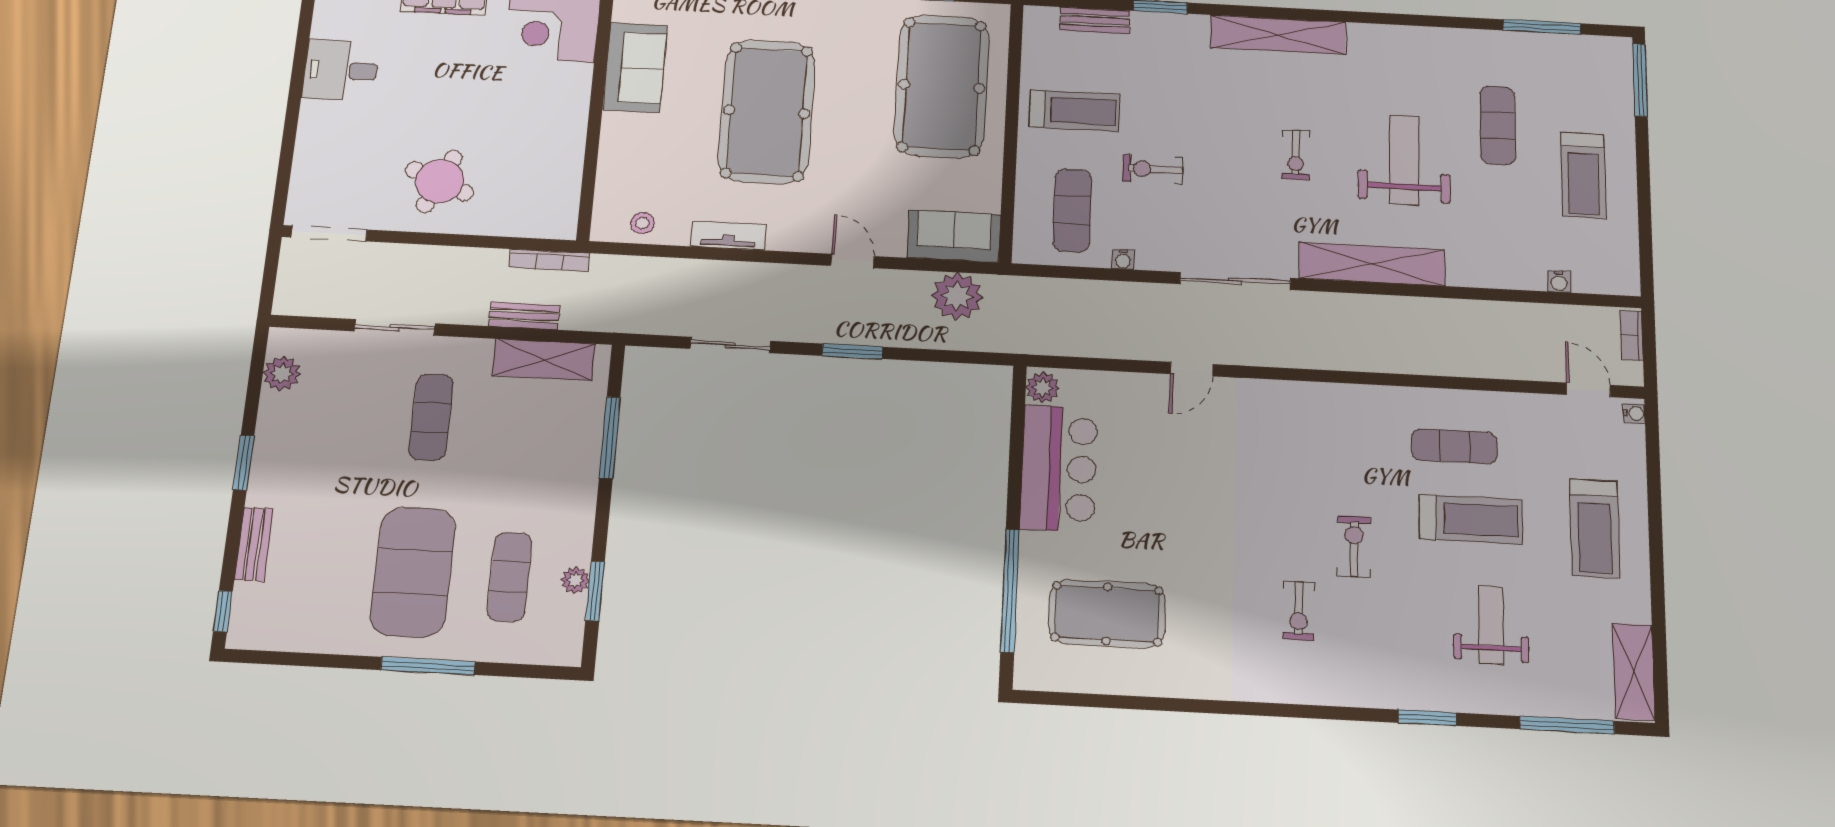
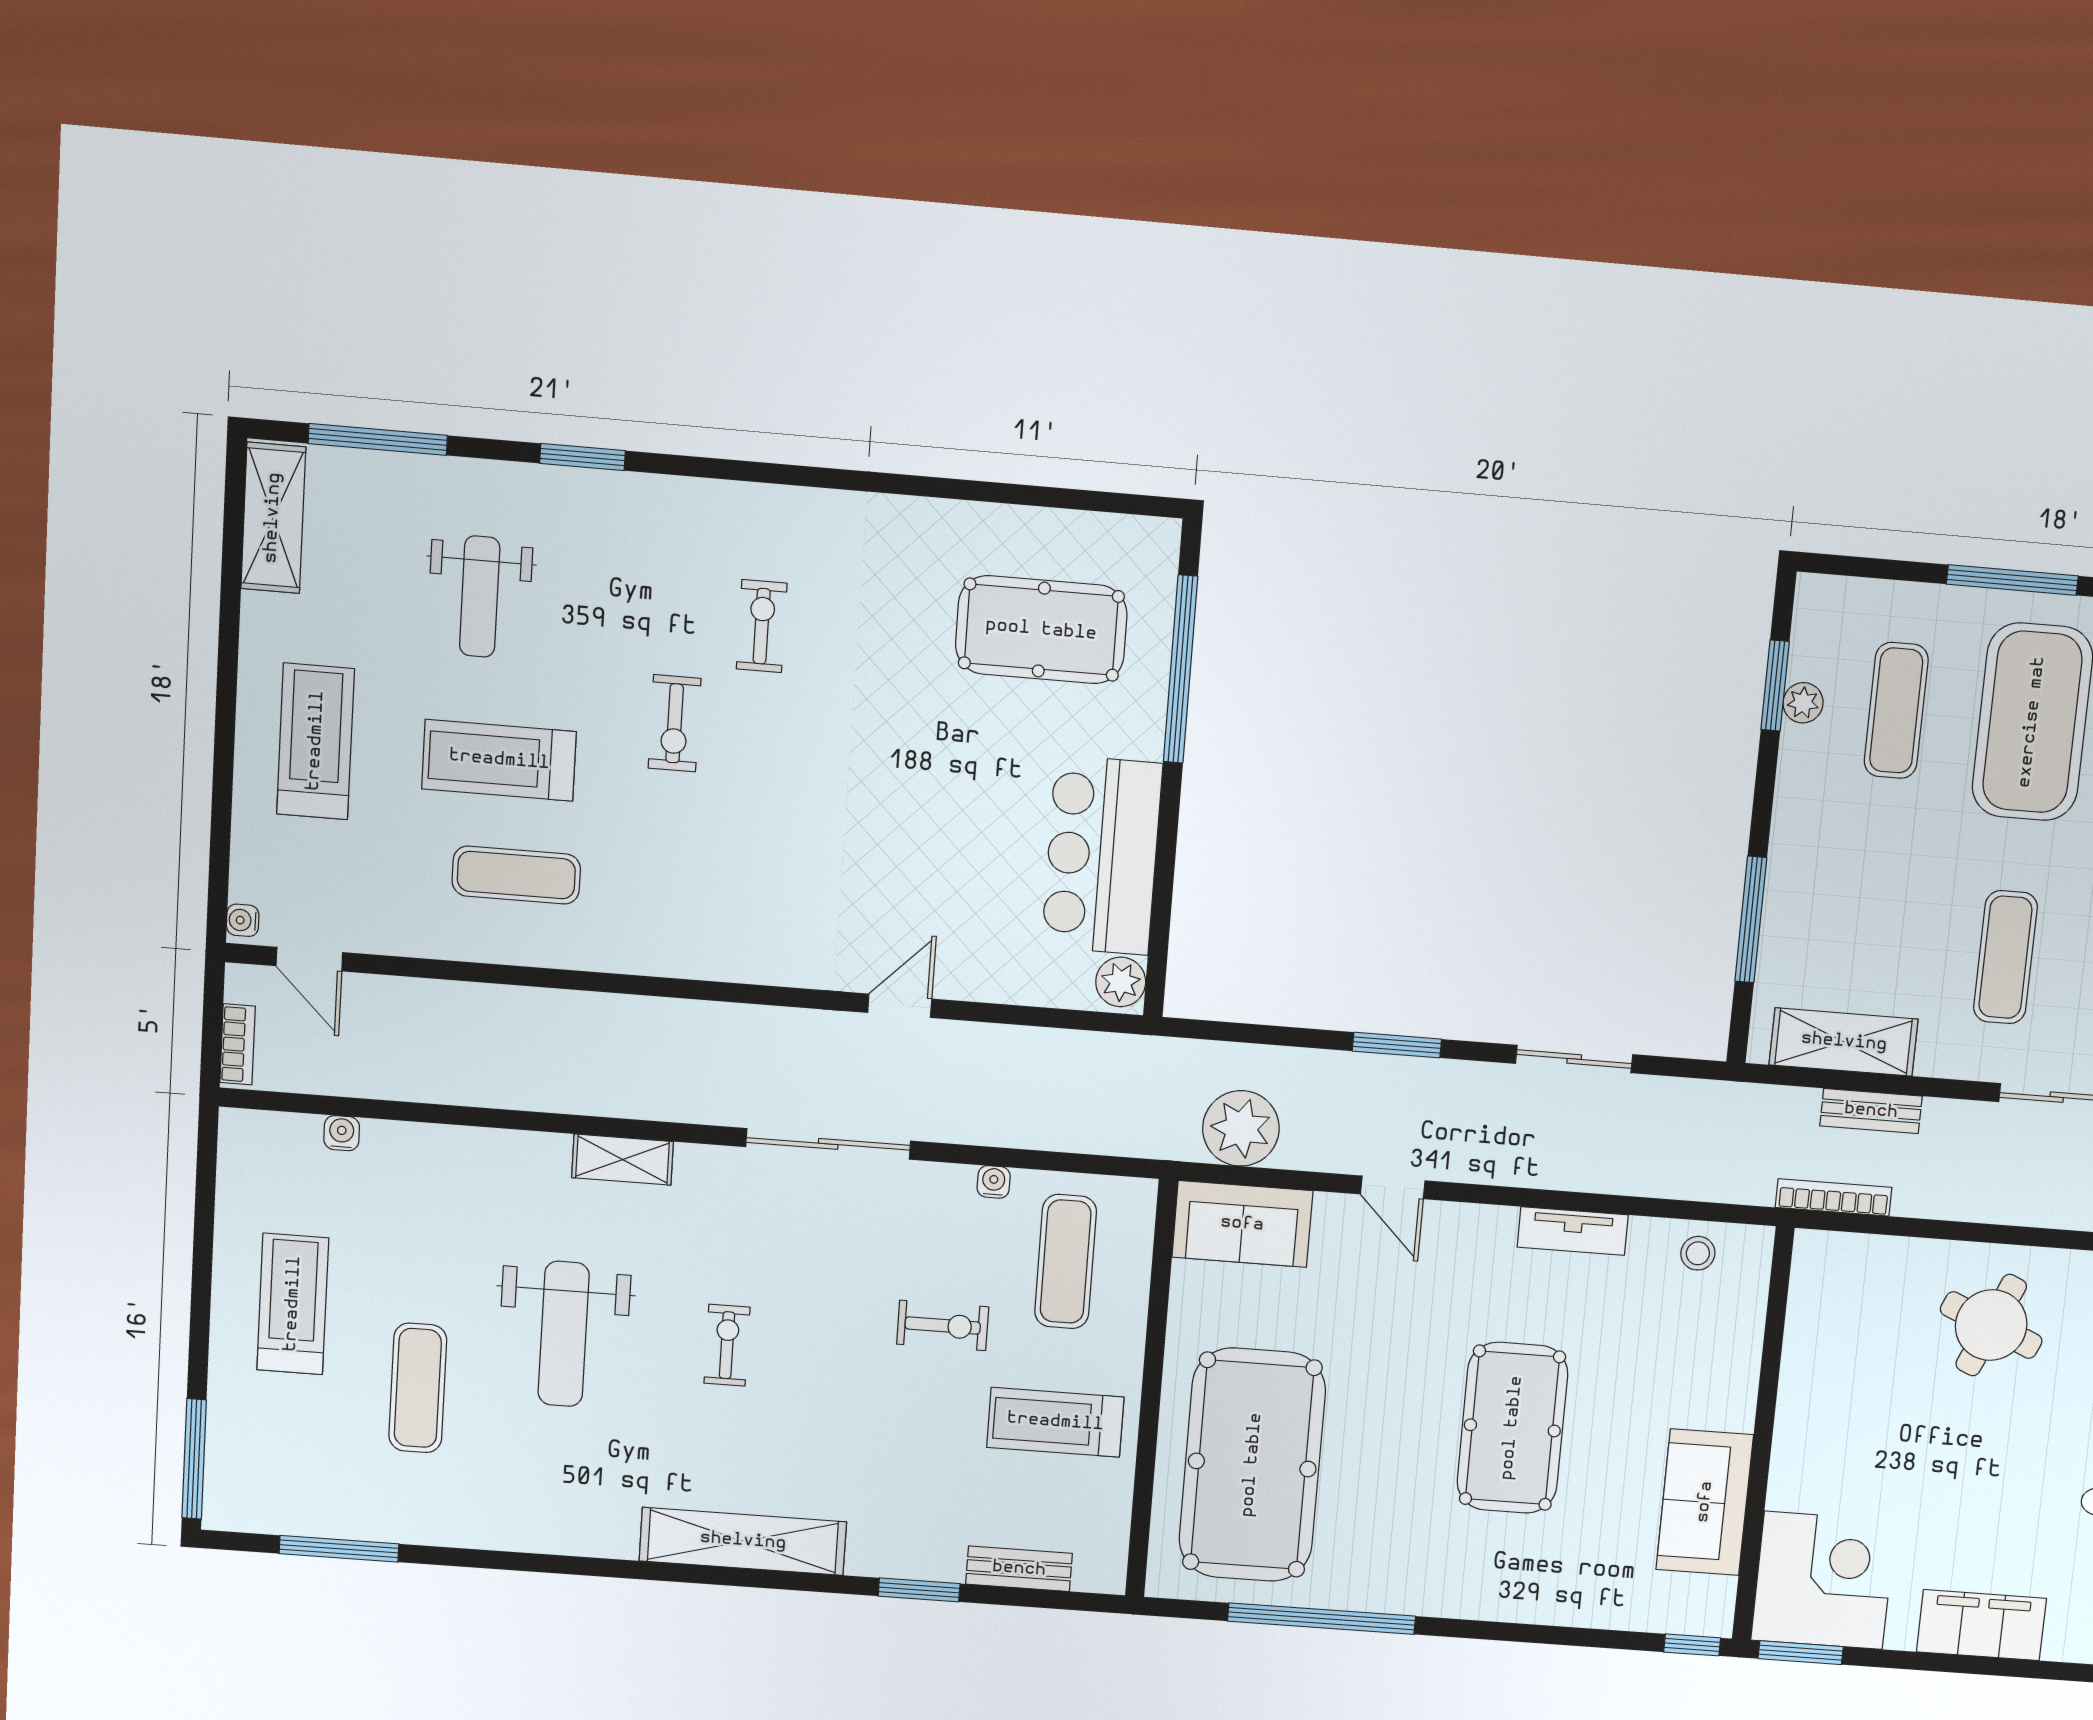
pool table: (767, 112) -> (1512, 1428), width x0.73, depth x0.76
shelving: (1372, 264) -> (623, 1160), width x0.45, depth x0.75

